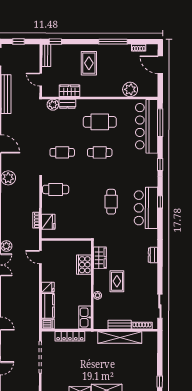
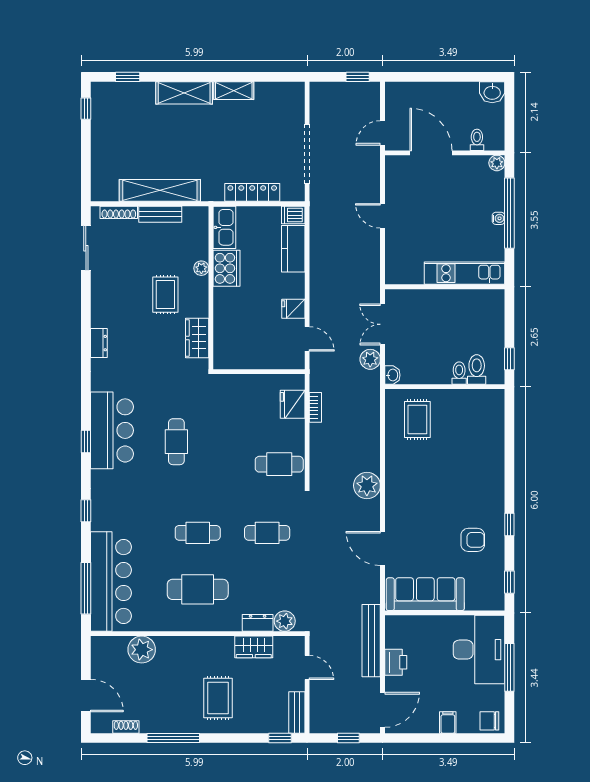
cooker: (84, 265) -> (227, 268), moved
fridge: (48, 287) -> (293, 309), moved

